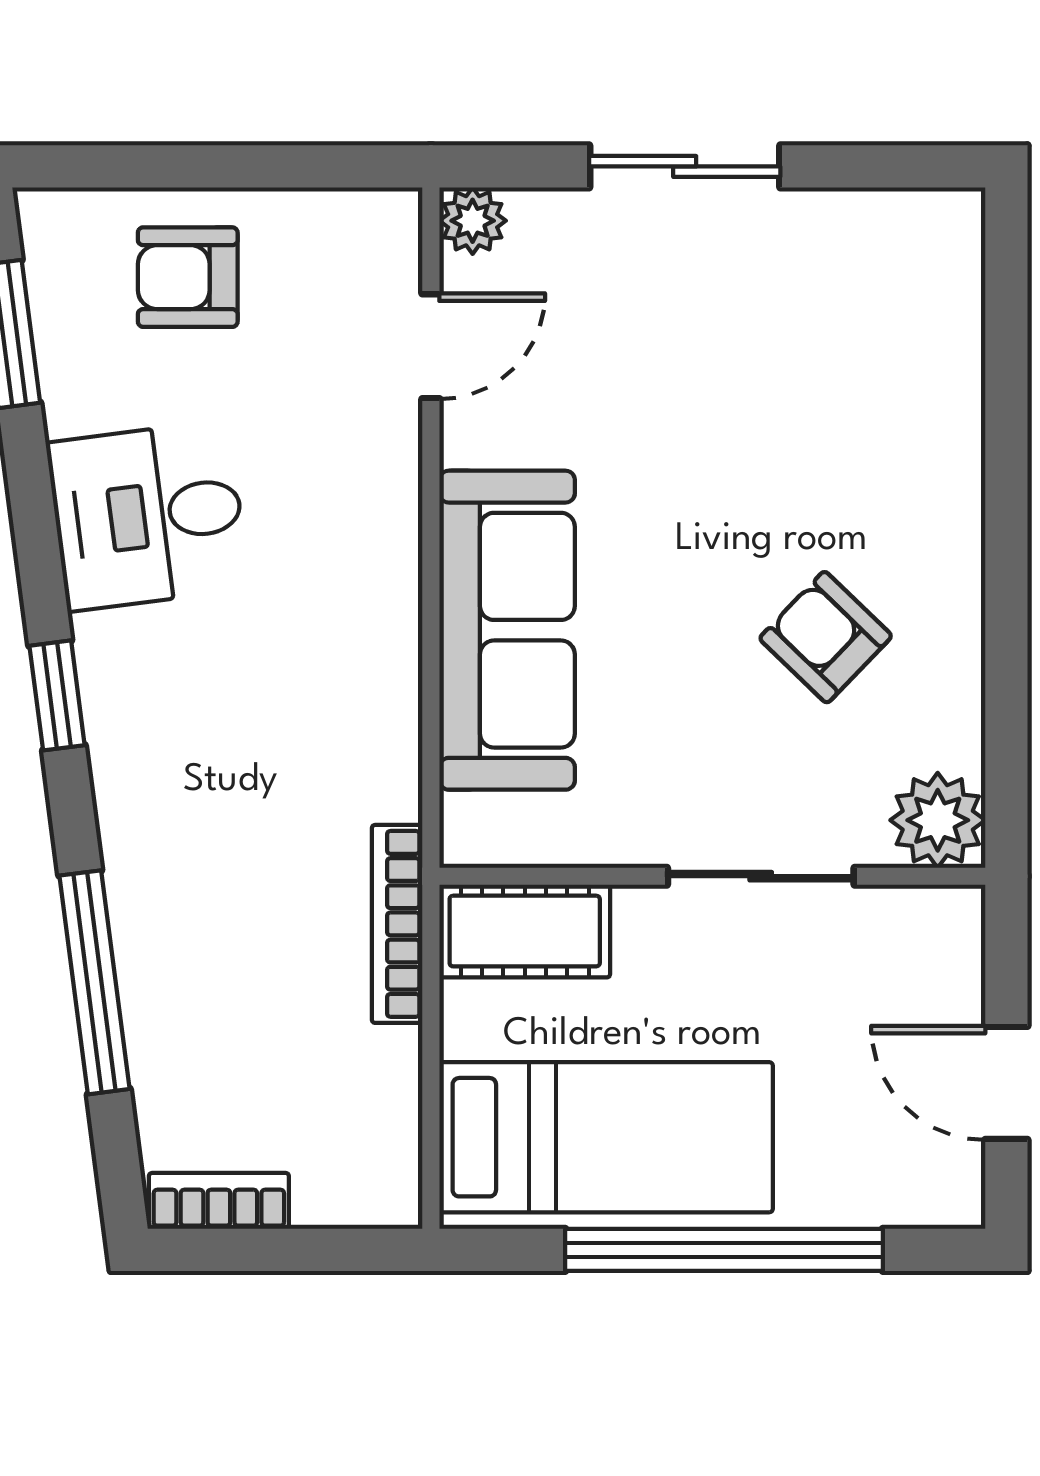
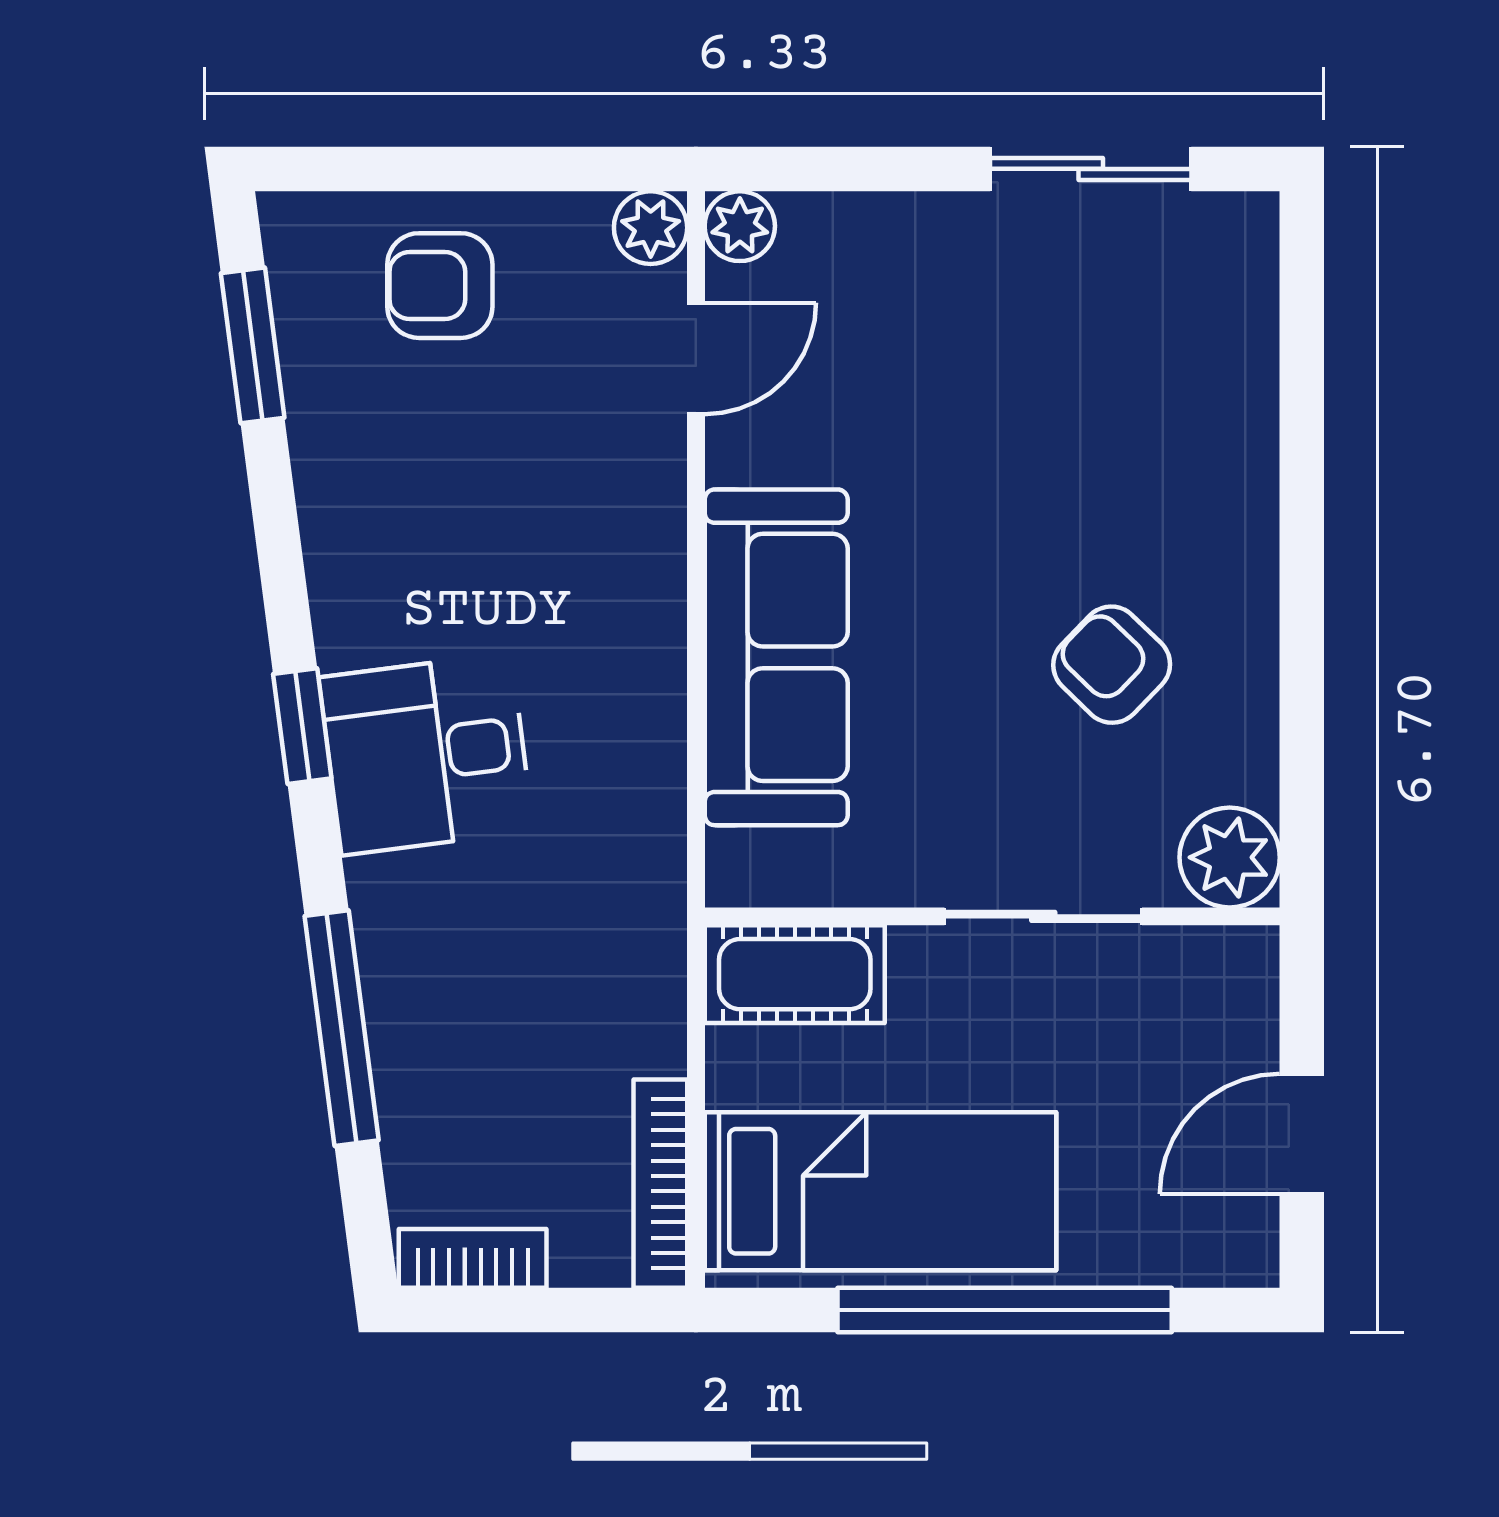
sliding door: (685, 166) -> (1091, 169), moved
plant: (388, 222) -> (651, 228), added
desk: (148, 516) -> (426, 754), moved
bookcase: (397, 924) -> (660, 1184), moved
door: (1006, 1083) -> (1302, 1134), hinge flipped

